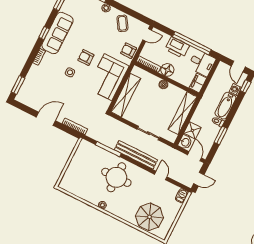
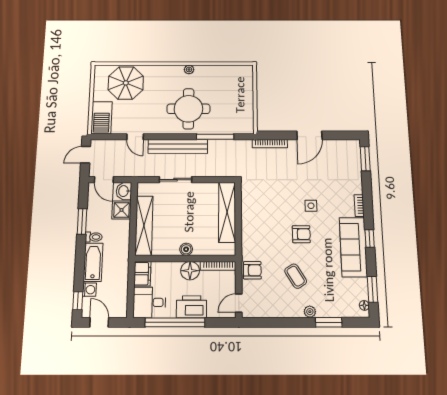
coffee table: (122, 23) -> (296, 276), moved
corner sofa: (108, 77) -> (261, 224), removed
barbecue: (182, 196) -> (102, 118), width x1.88, depth x1.53

